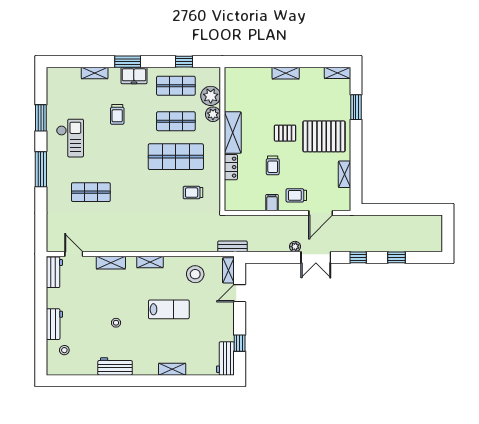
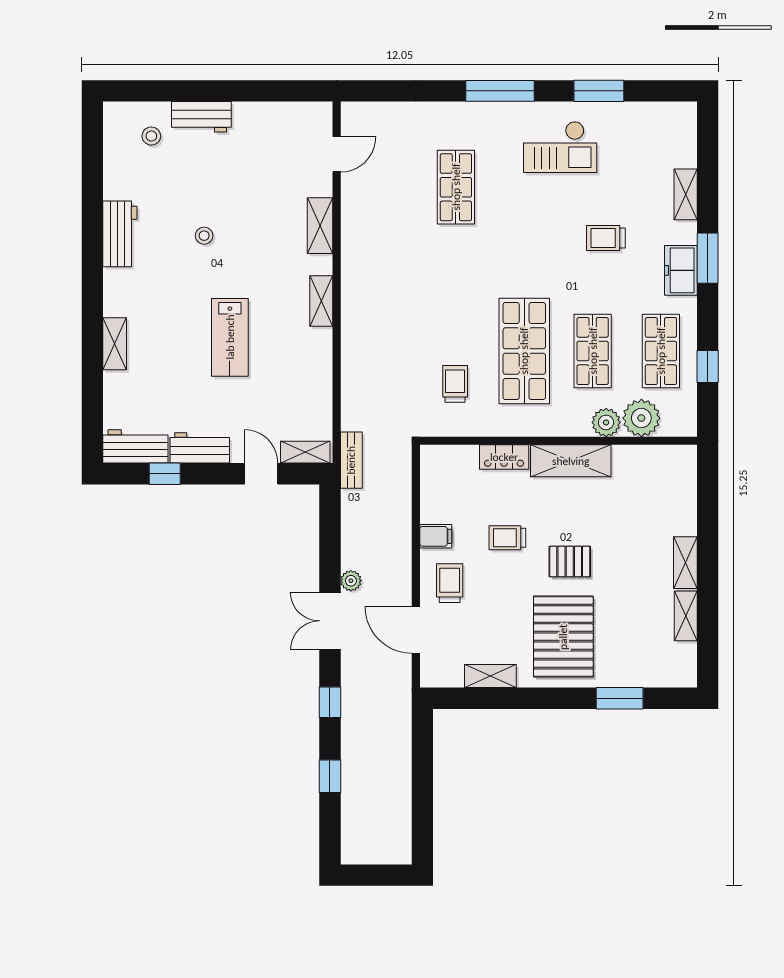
shelving: (337, 73) -> (686, 616), moved
pallet: (285, 133) -> (570, 562), turned 90
workbench: (54, 272) -> (200, 448), moved, turned 180
stool: (195, 274) -> (298, 388), removed

